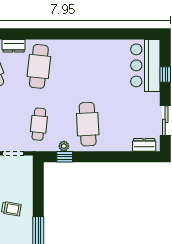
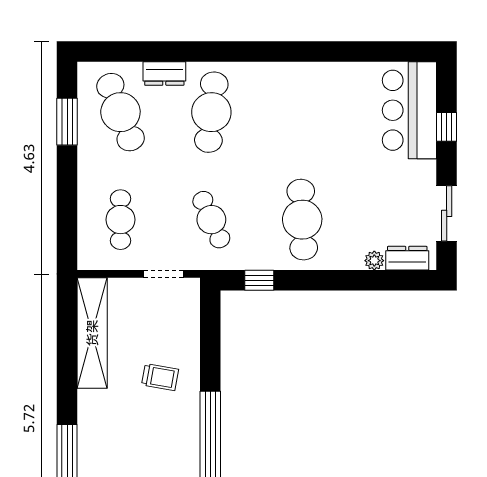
cafe table: (39, 124) -> (211, 220), turned -30
plant: (64, 146) -> (374, 261), moved

